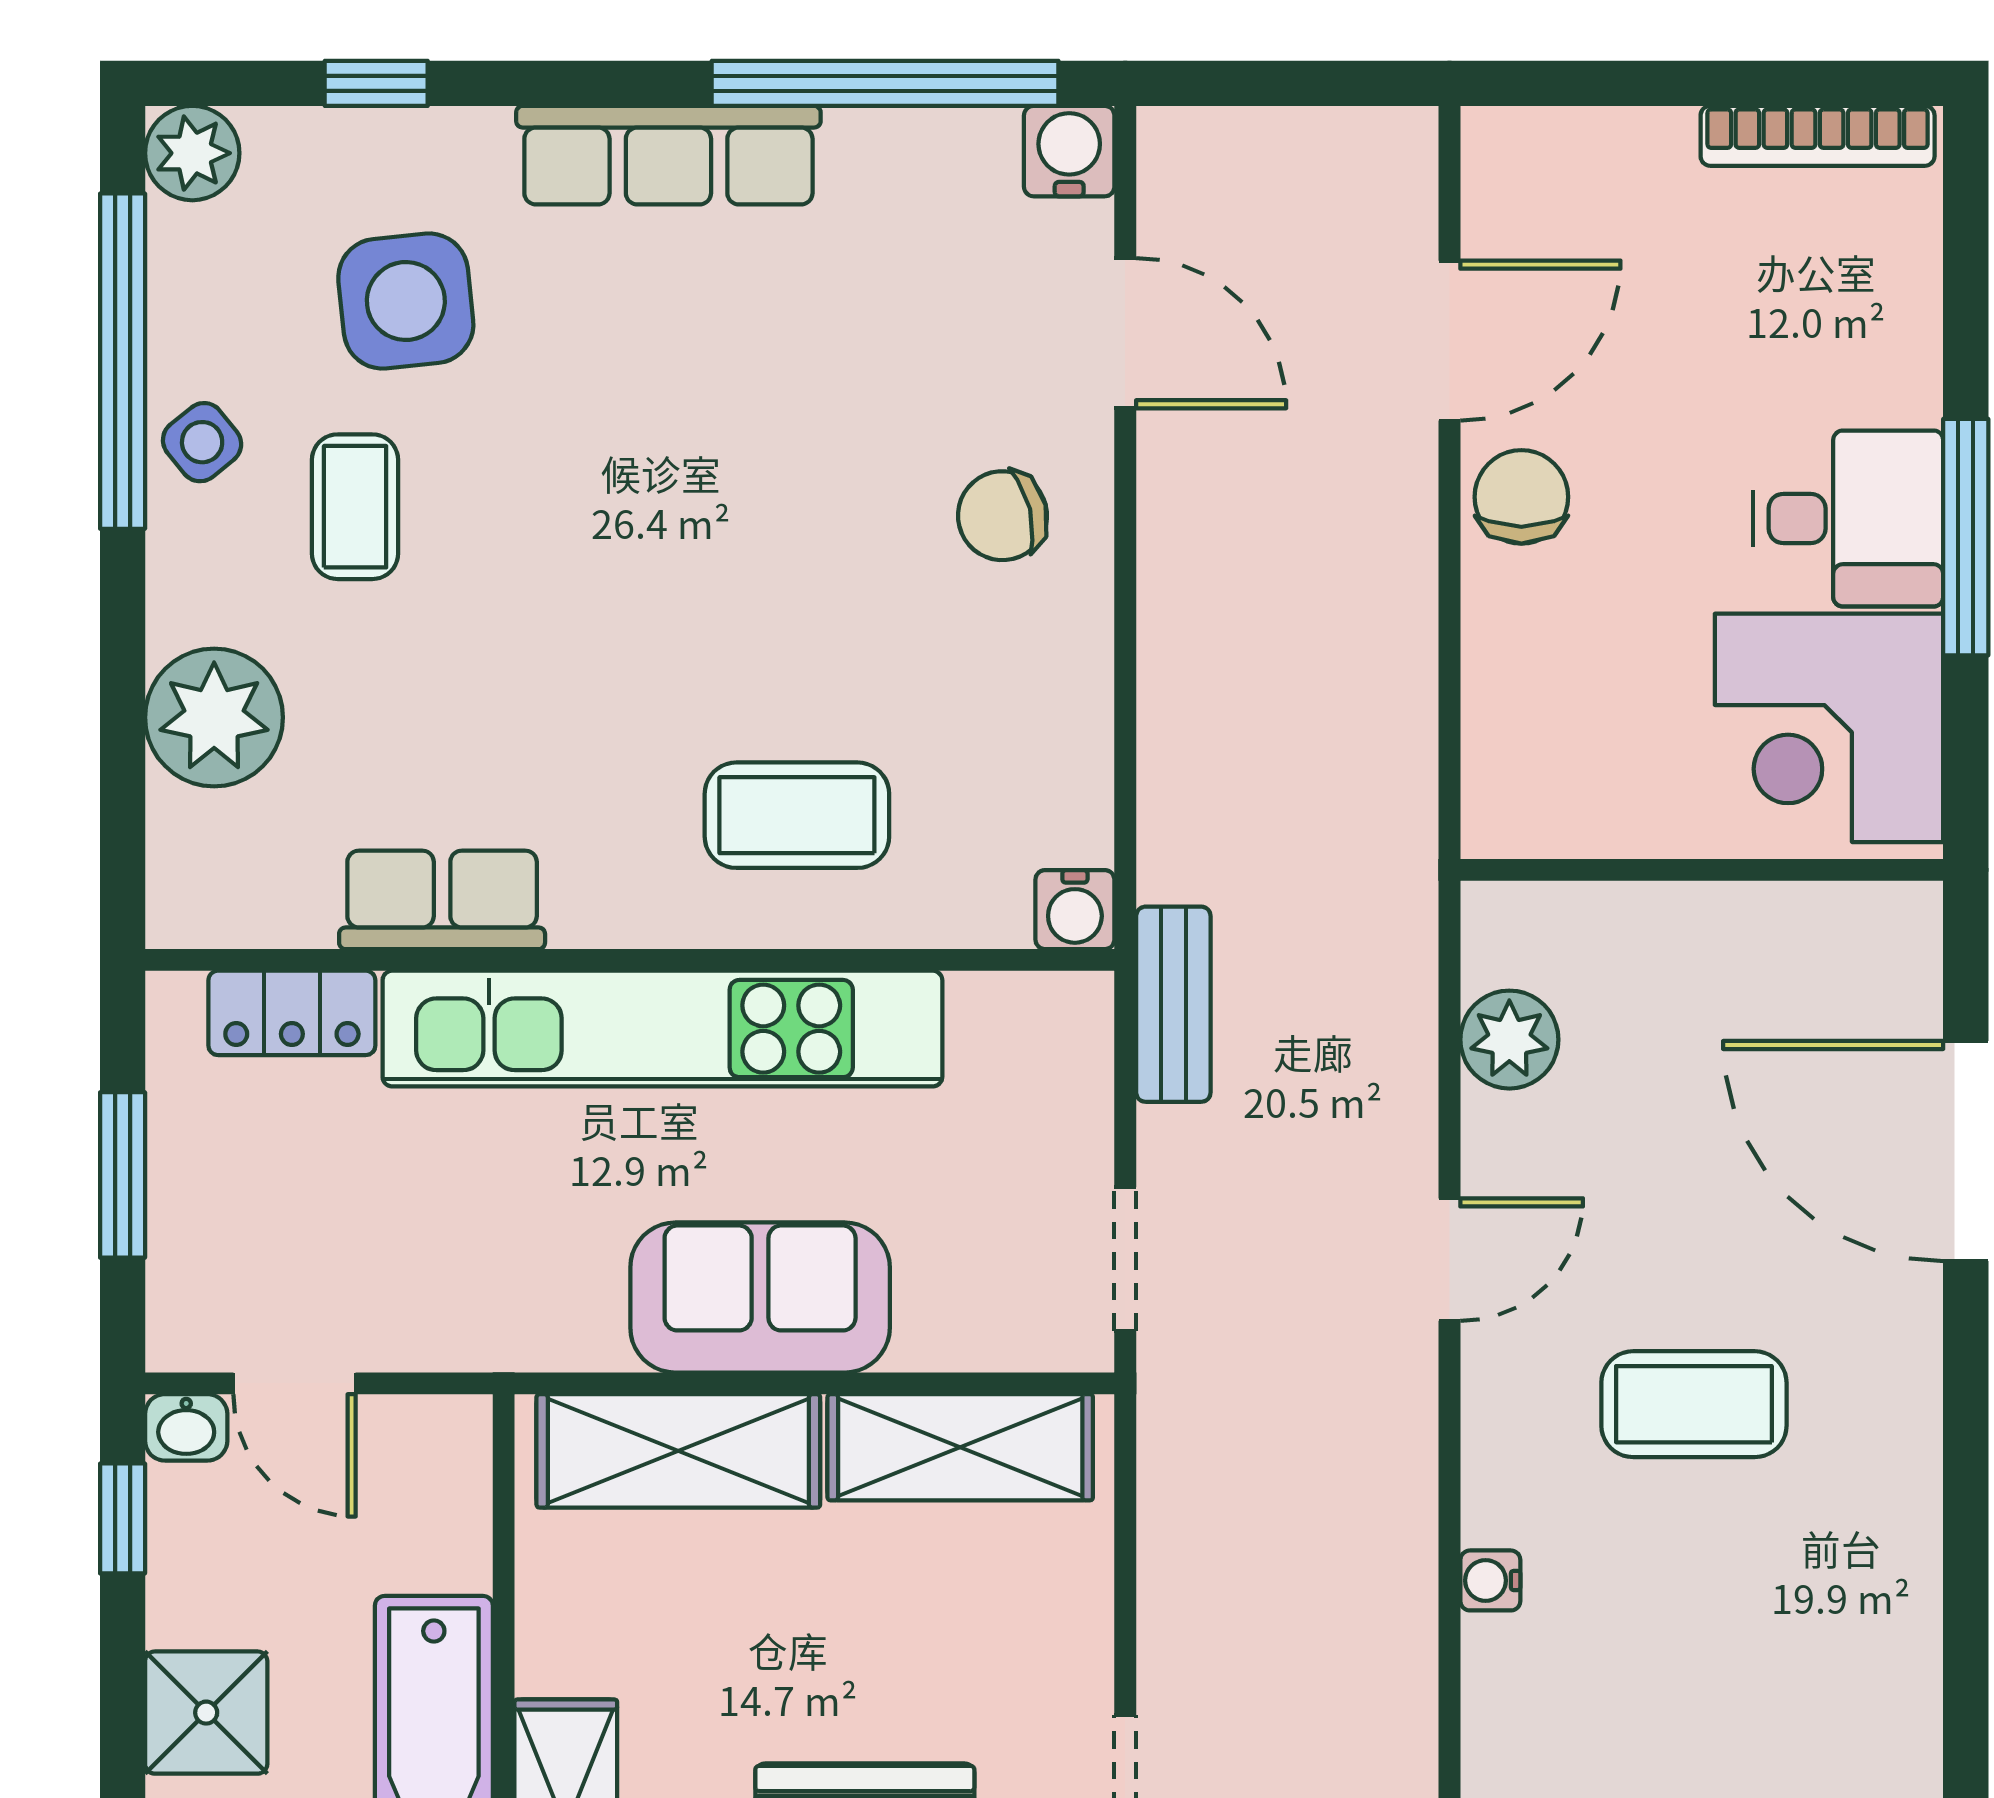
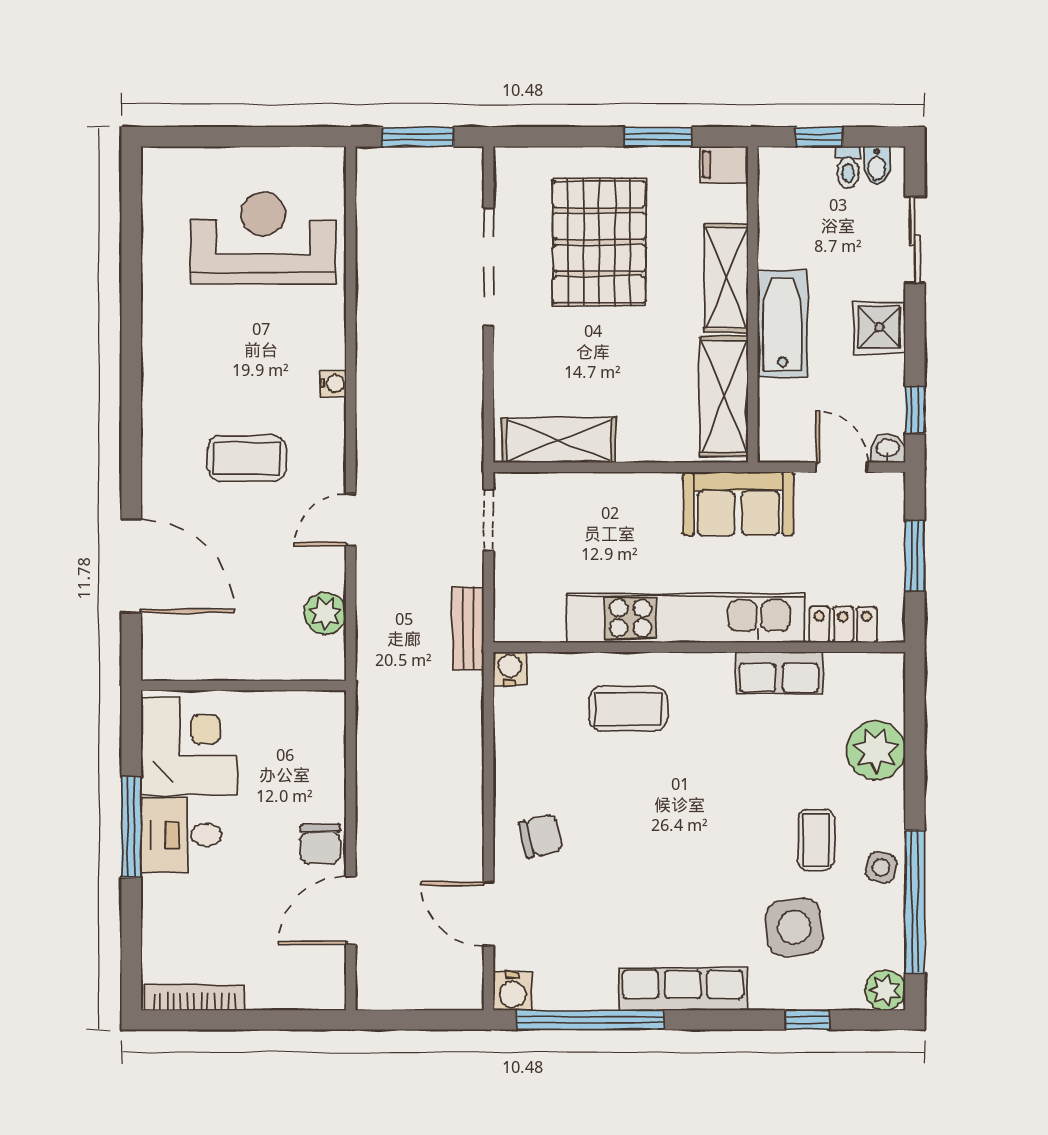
side table: (202, 442) -> (881, 867), turned -38
sofa: (760, 1297) -> (738, 504), moved
shelving: (678, 1451) -> (724, 396), moved, turned 90

